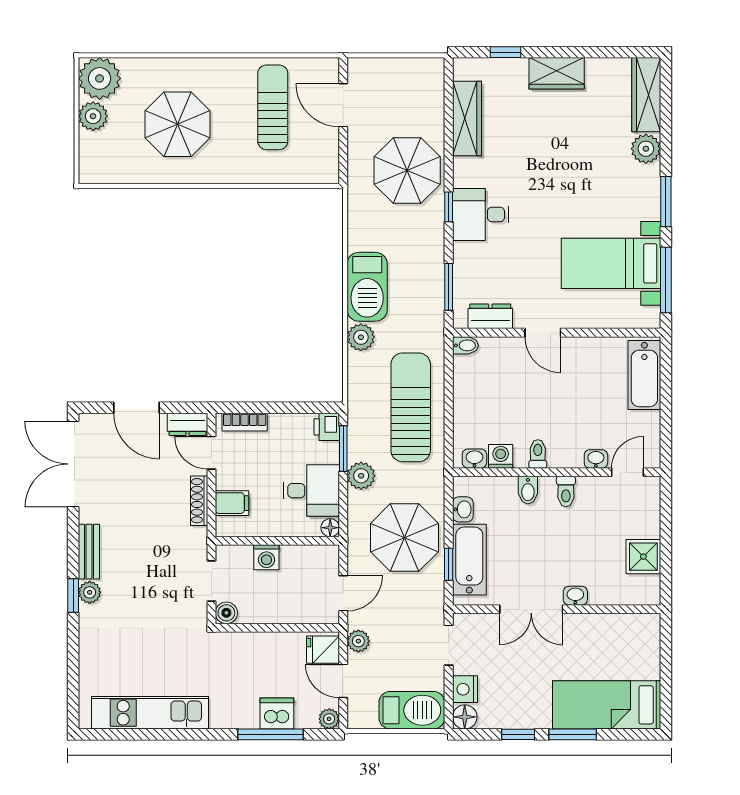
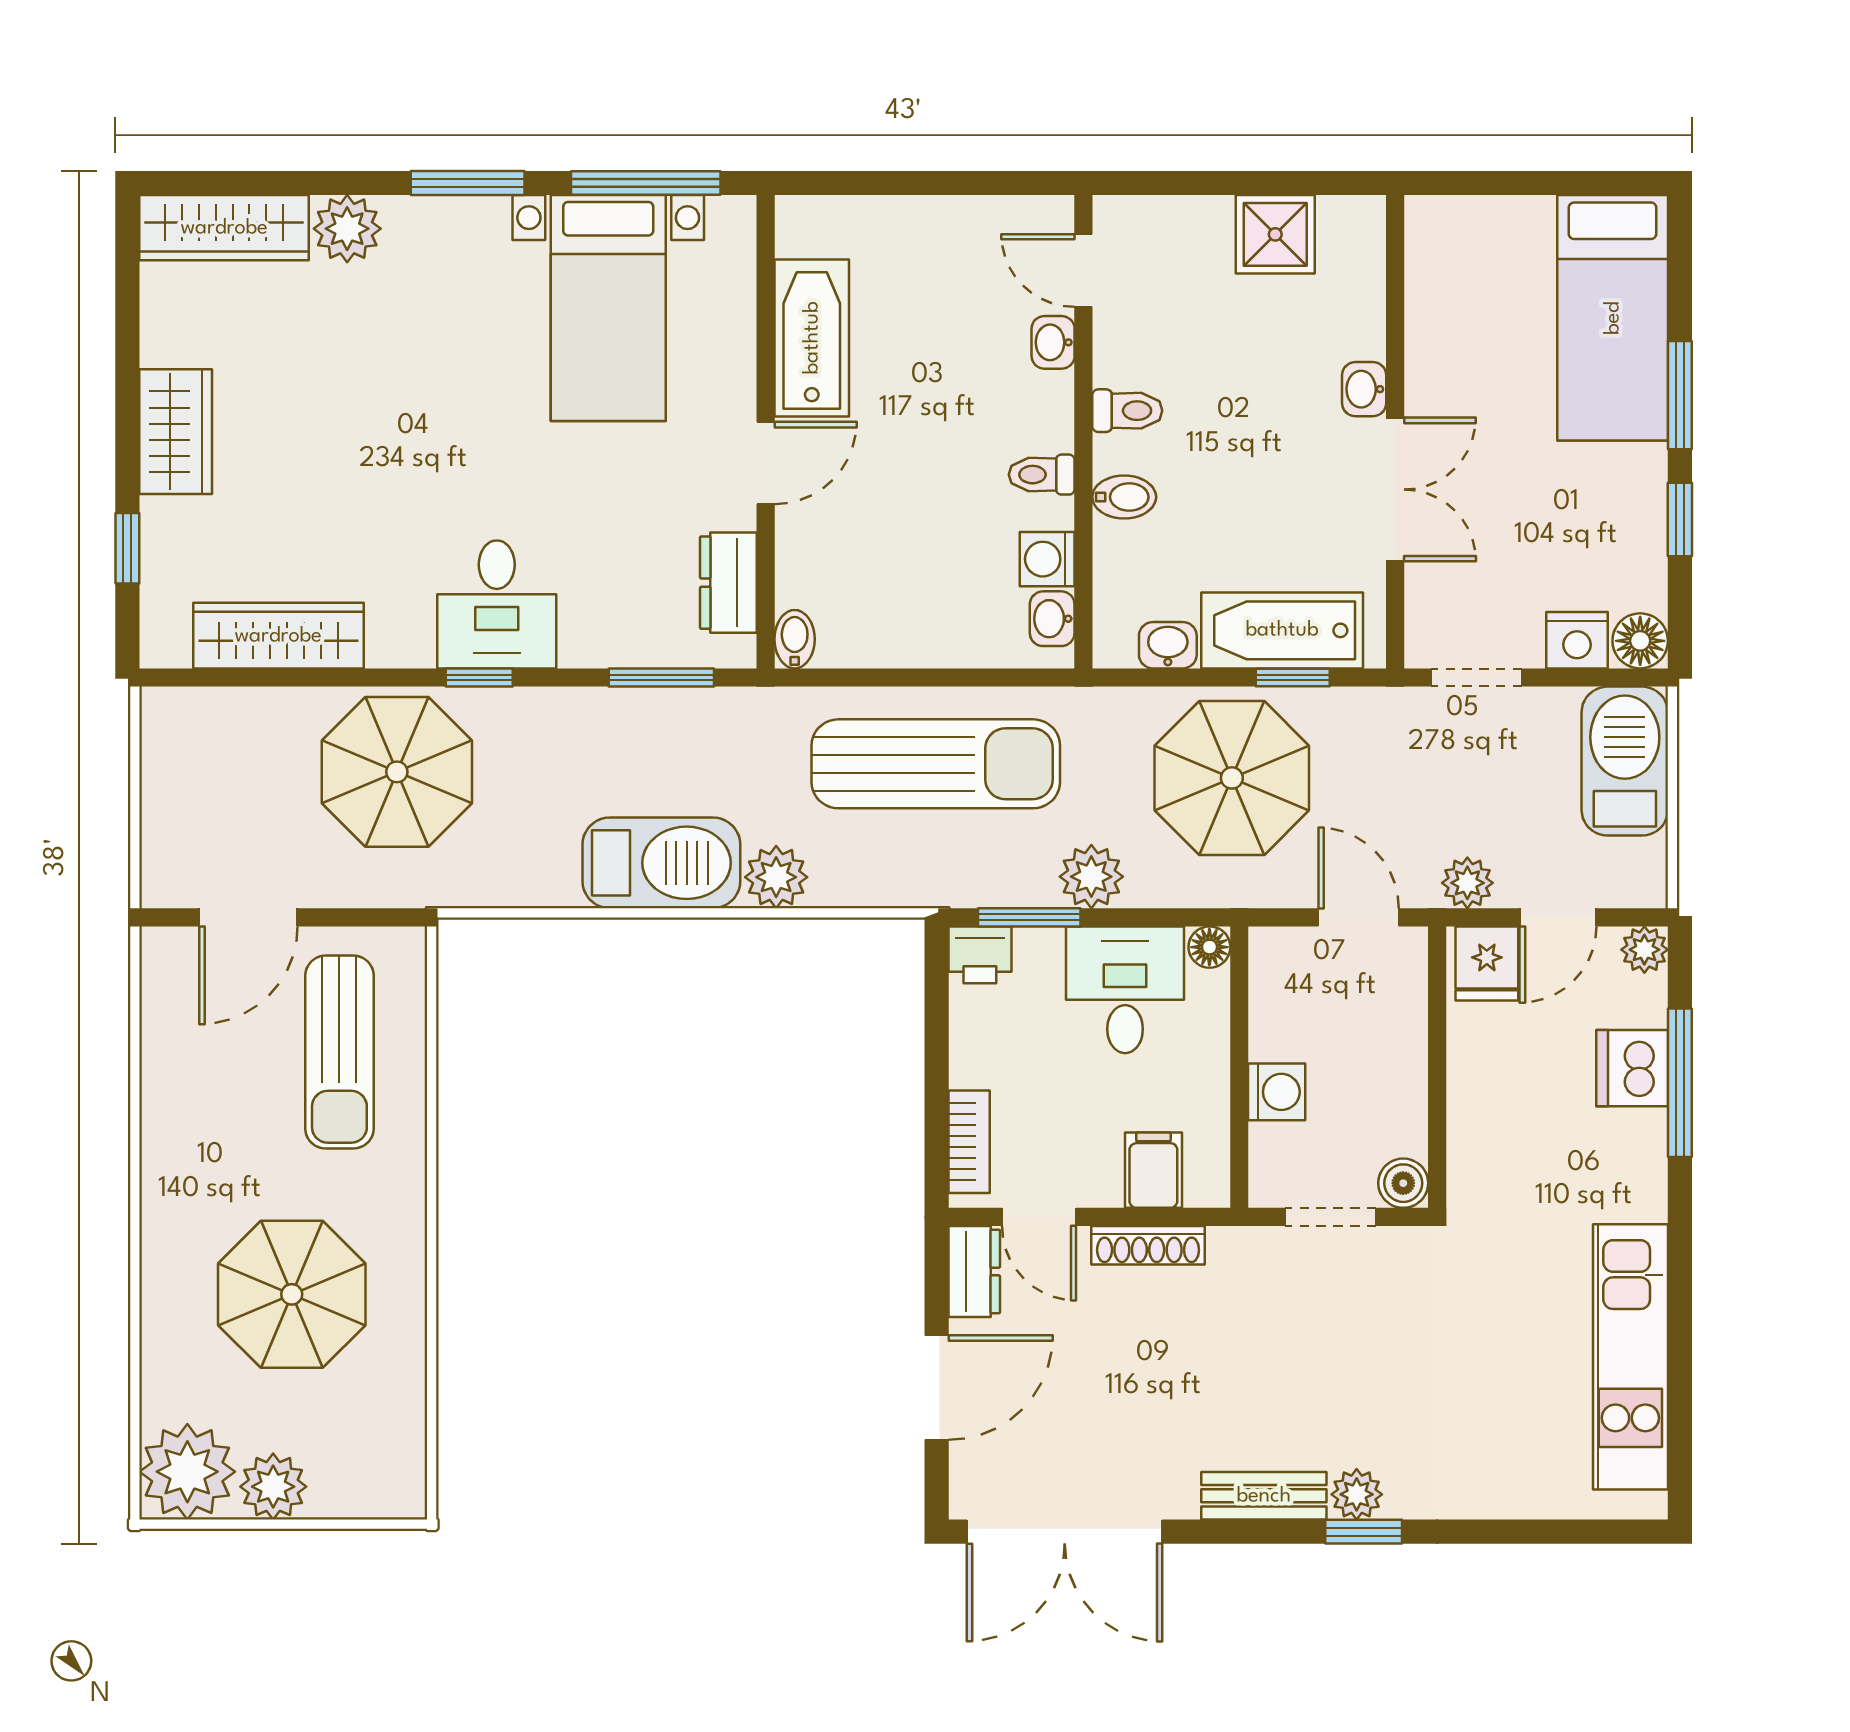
sun lounger: (273, 107) -> (339, 1052), moved, turned -90
bathtub: (644, 375) -> (812, 338), moved, turned -90
sun lounger: (411, 407) -> (936, 764), turned 180
door: (212, 453) -> (1039, 1217), hinge flipped

